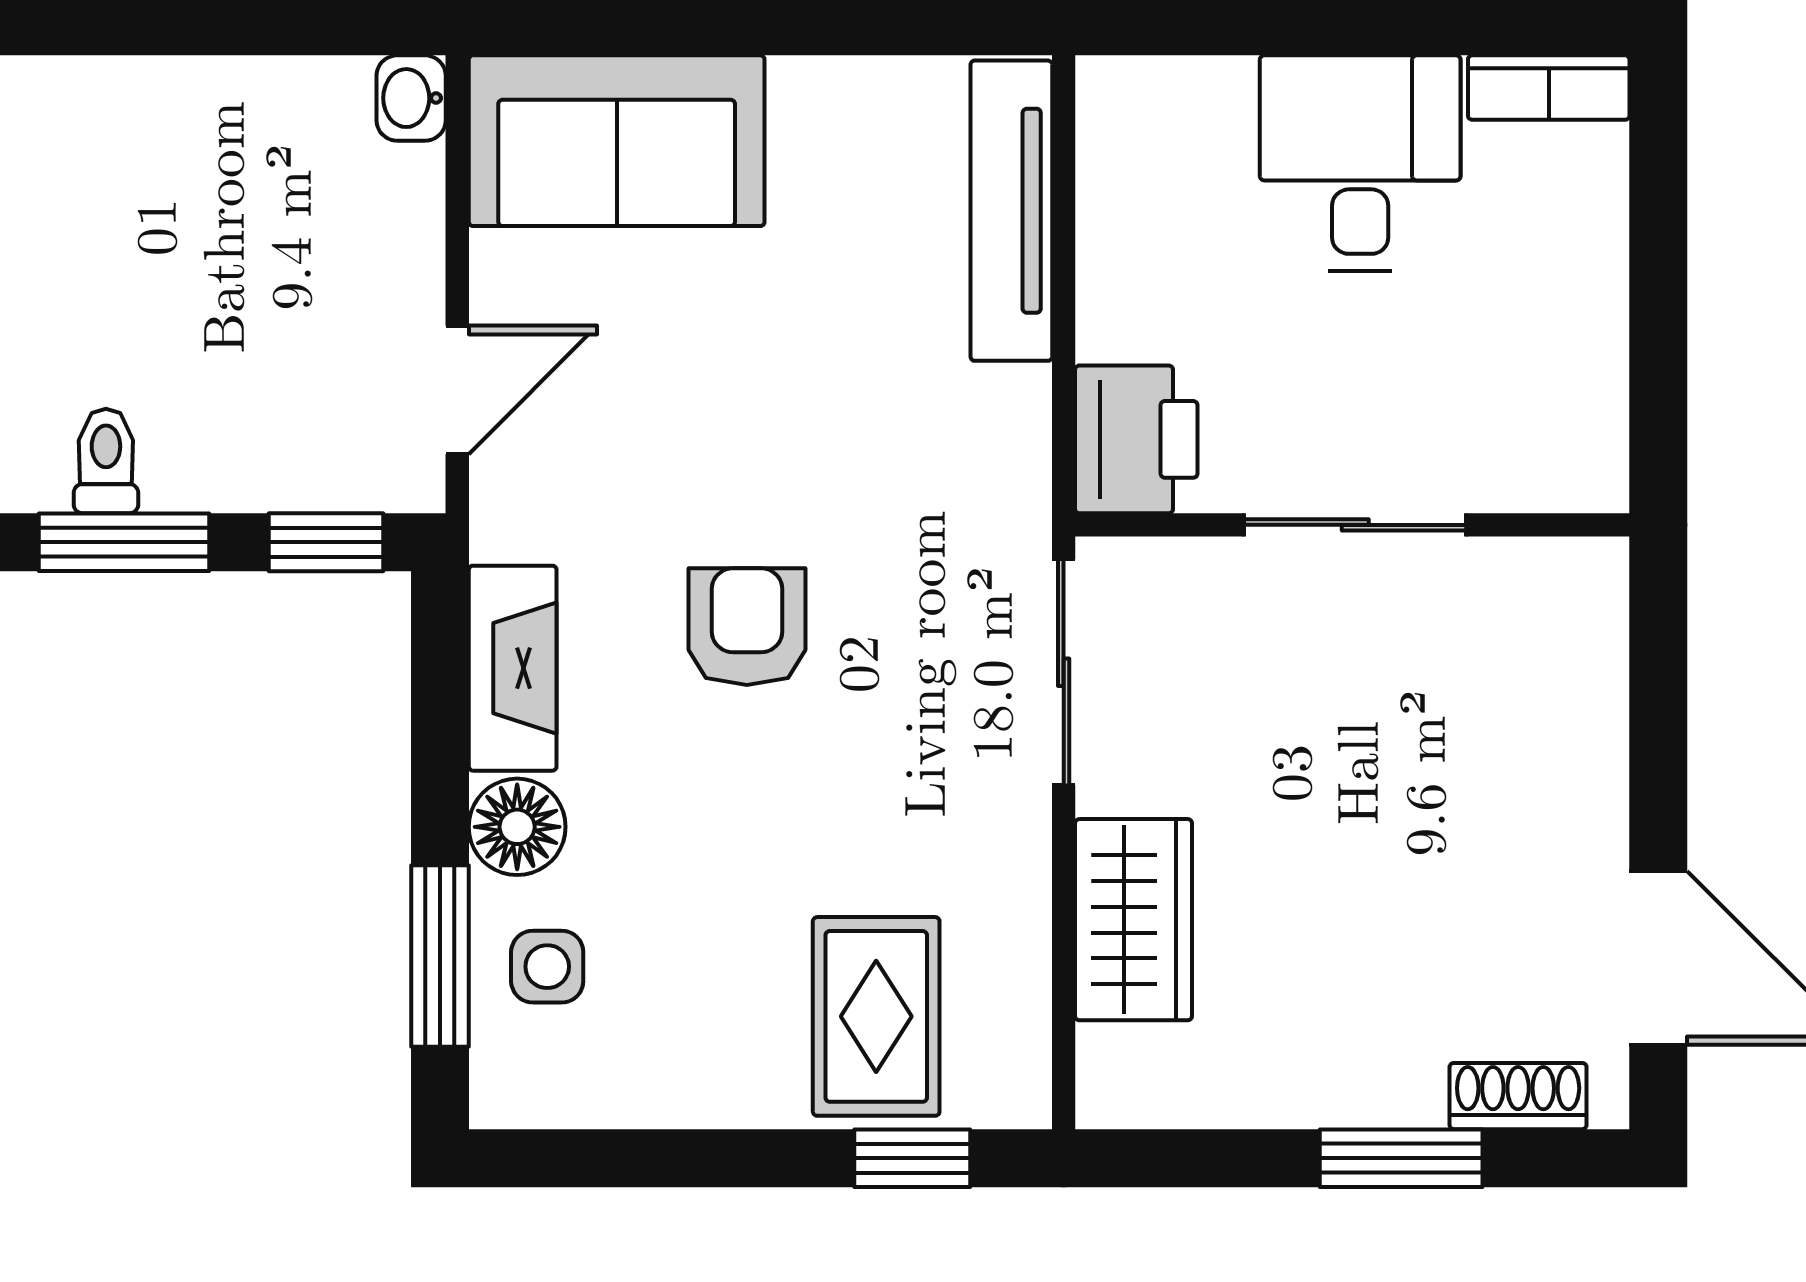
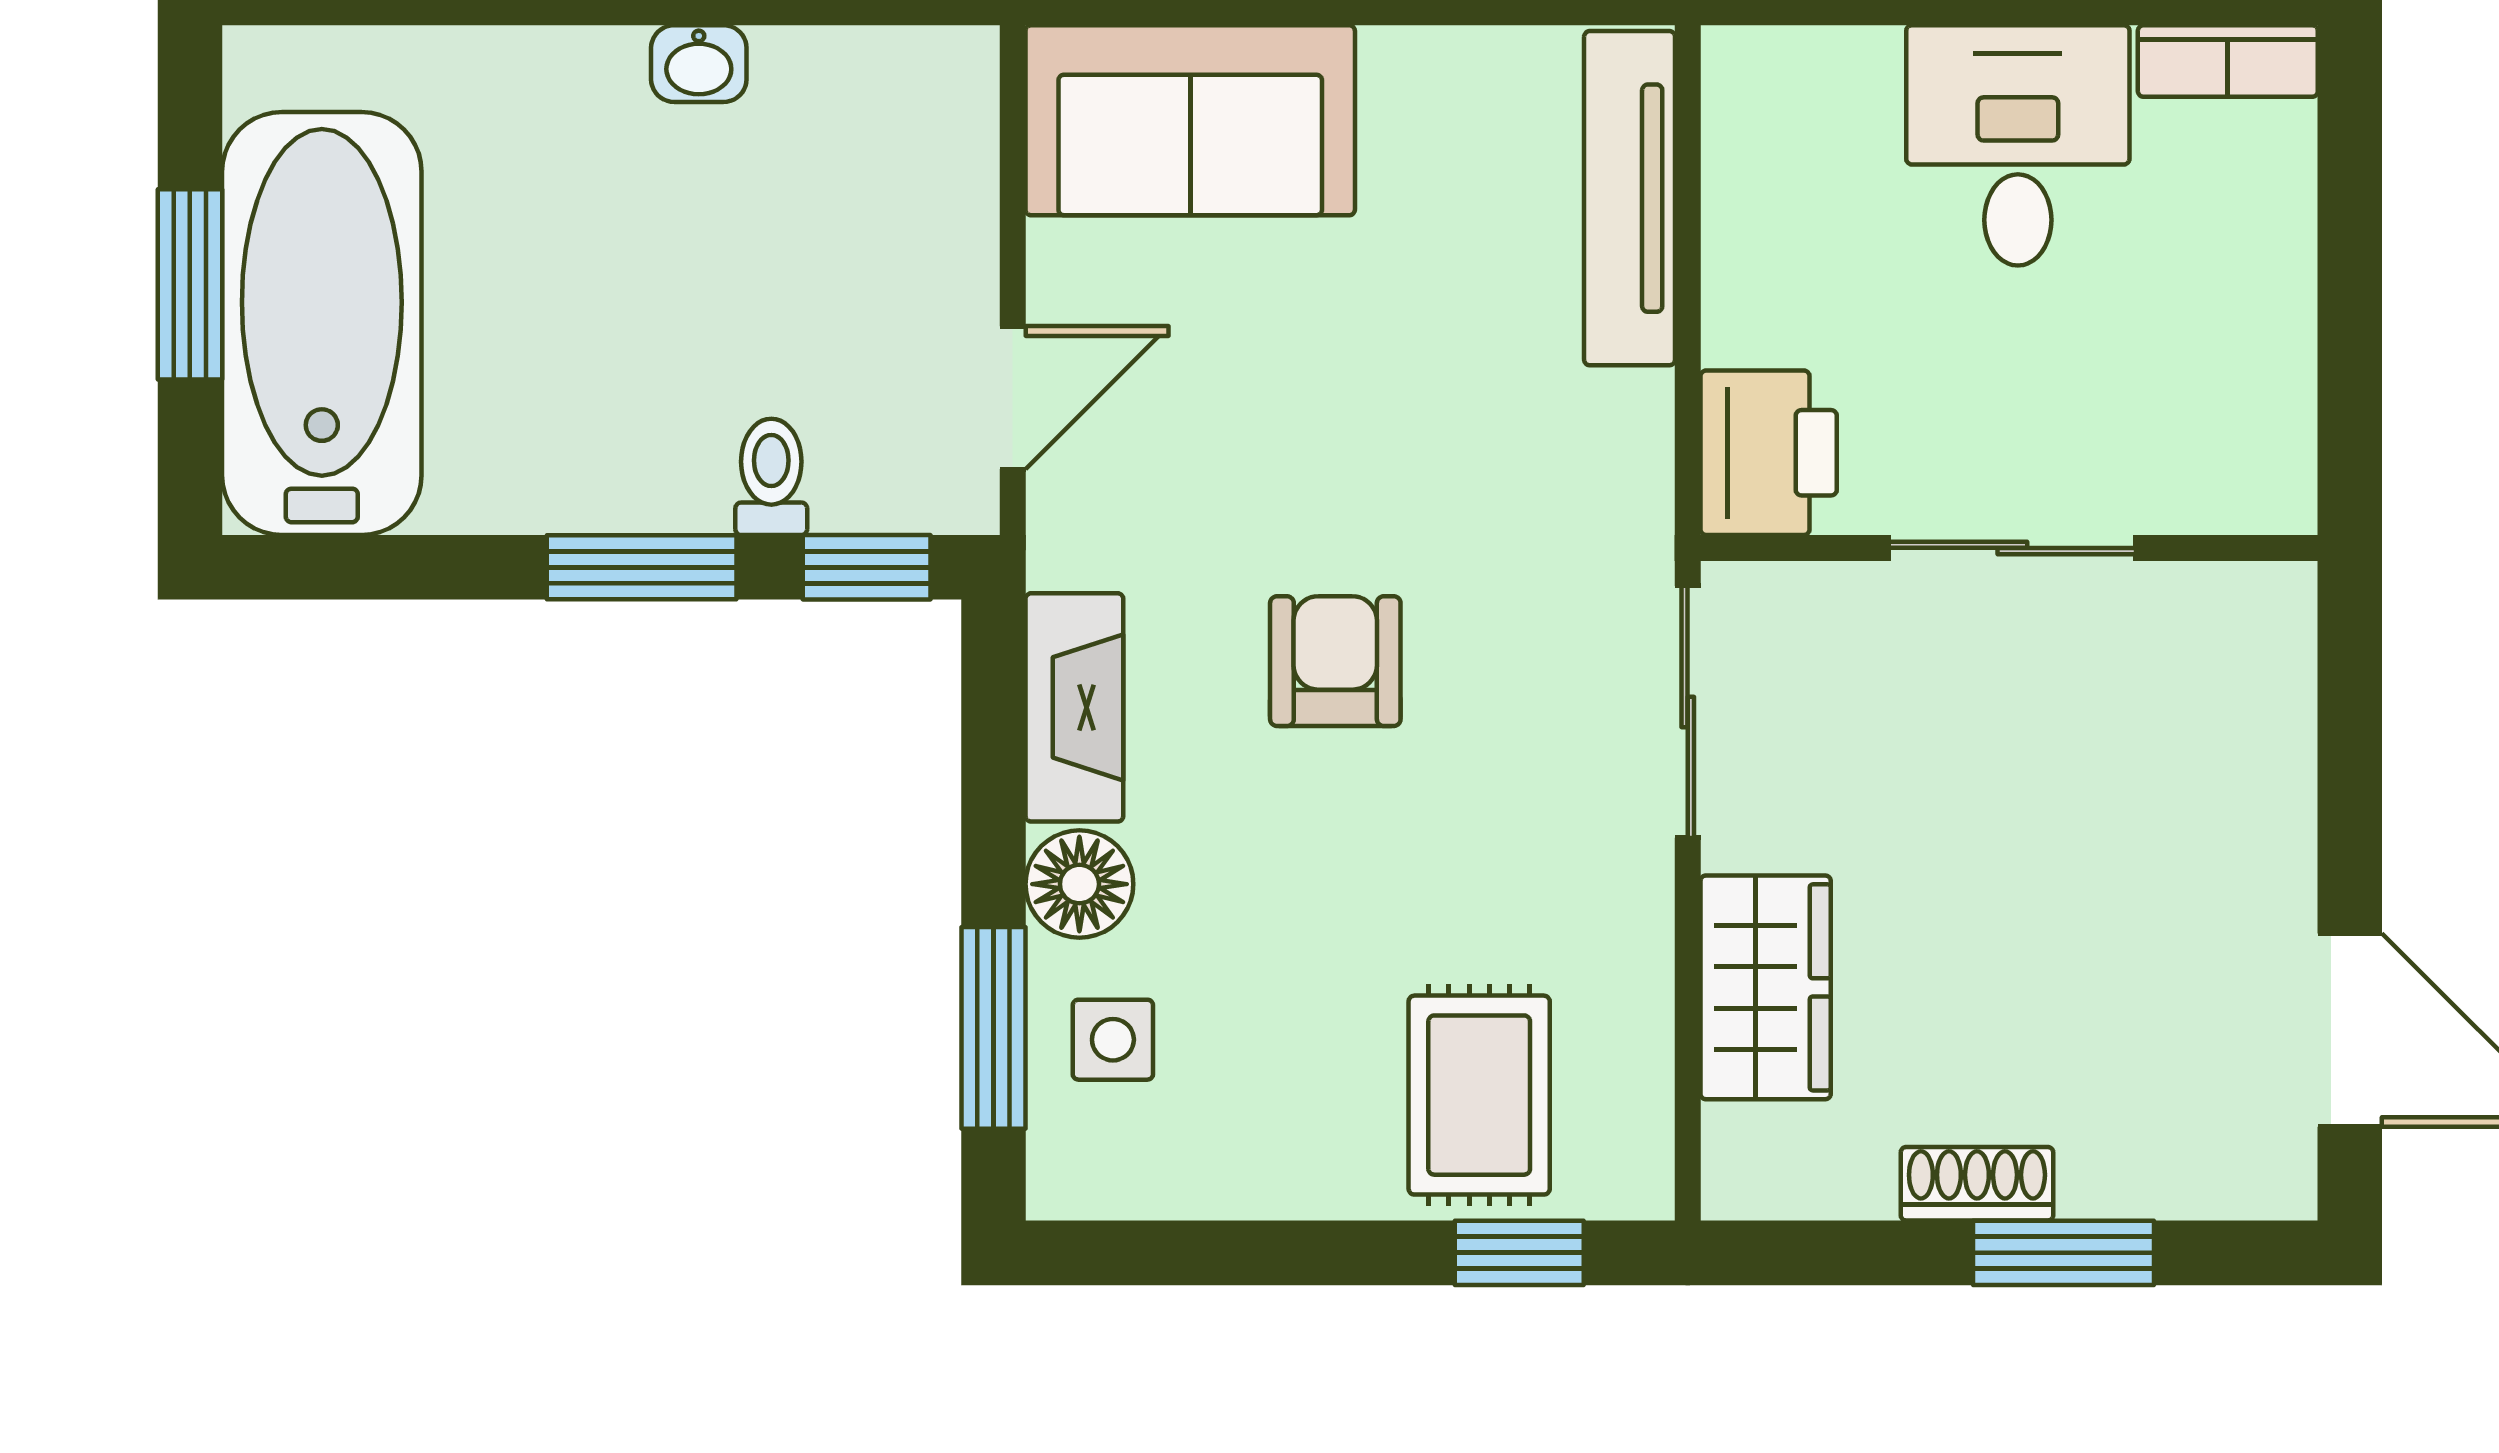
washbasin: (411, 98) -> (699, 64), moved, turned -90
toilet: (106, 461) -> (771, 477), moved
shoe rack: (1518, 1096) -> (1977, 1184), moved

